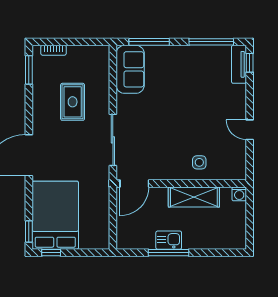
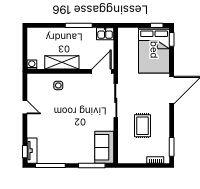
kitchen sink: (169, 240) -> (105, 34), moved

